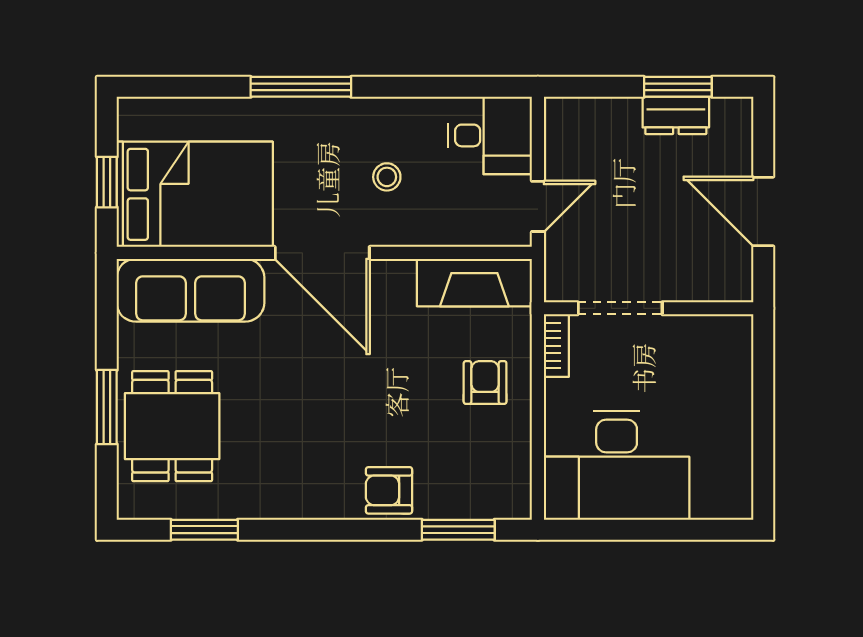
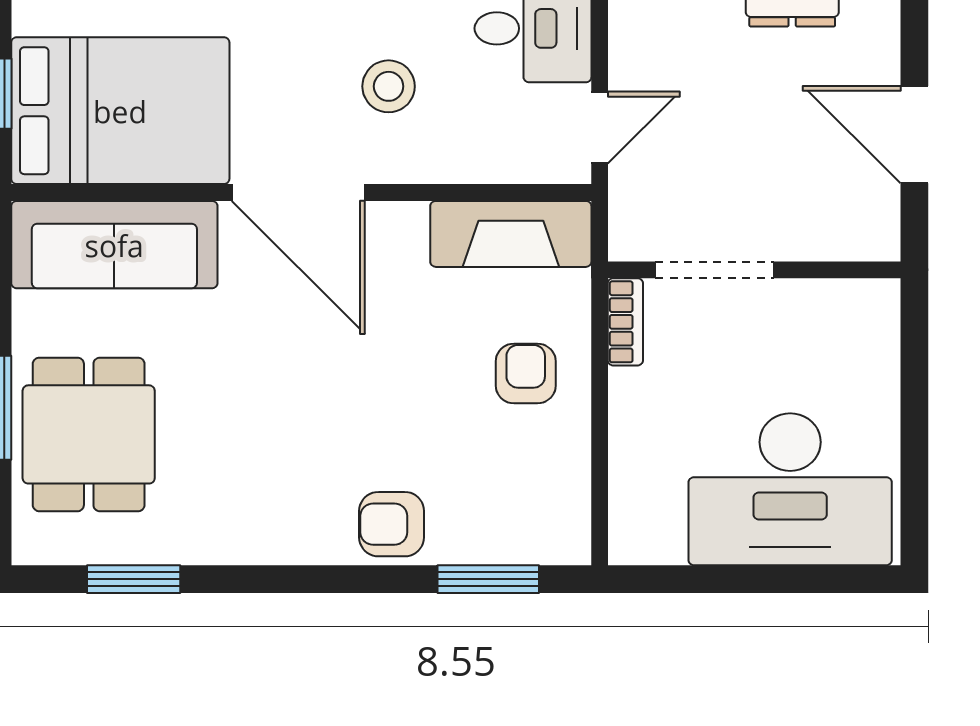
stool: (387, 177) -> (389, 86), width x1.37, depth x1.37
desk: (617, 465) -> (790, 489), moved

